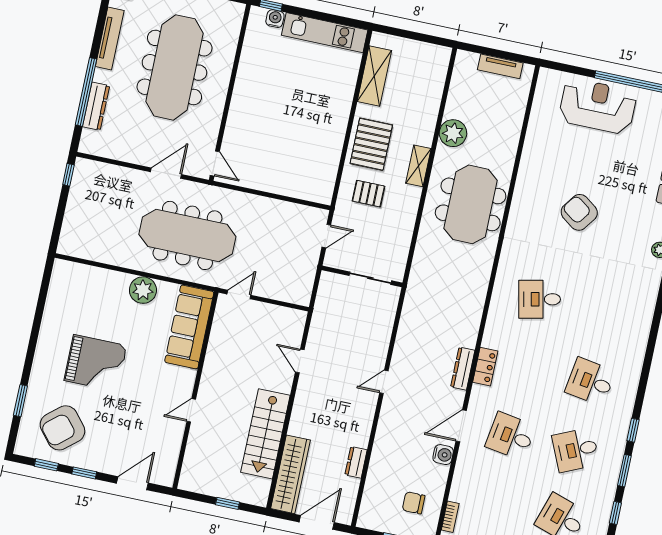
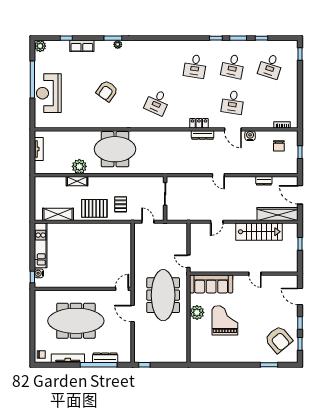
shelving: (418, 166) -> (77, 181), moved
desk: (540, 299) -> (157, 102), turned 36
grand piano: (95, 363) -> (225, 320), moved
desk: (576, 450) -> (233, 66), turned 36

